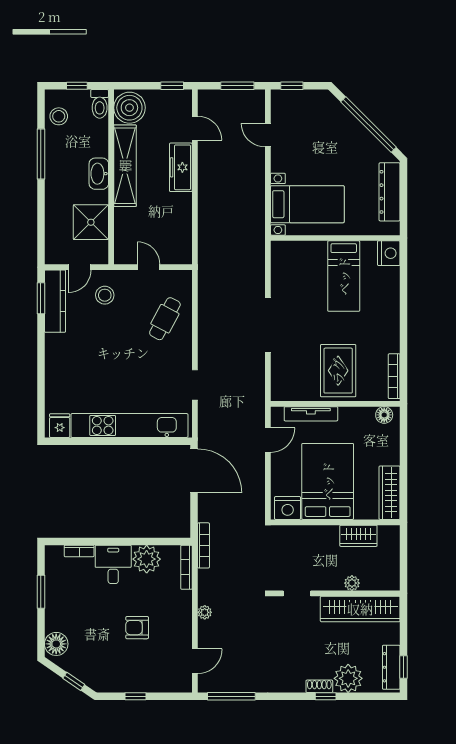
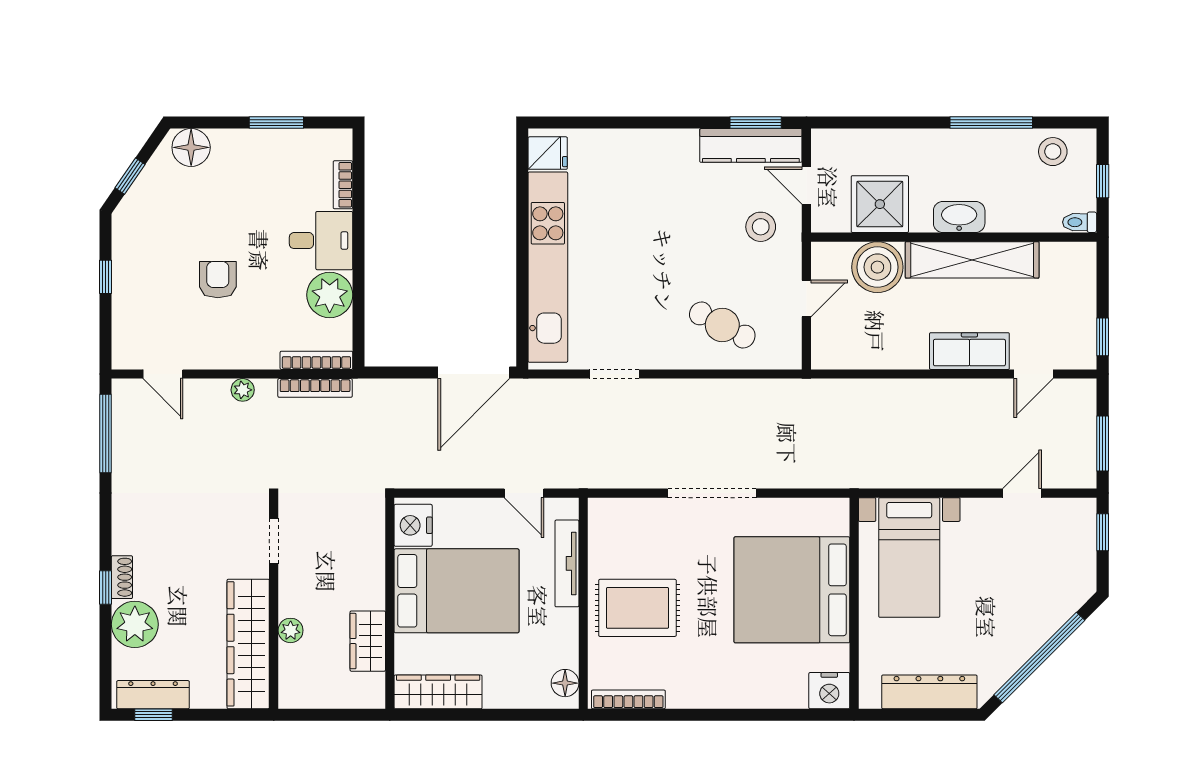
toilet: (100, 104) -> (1080, 222), width x0.73, depth x0.72
boiler: (129, 108) -> (877, 267), moved
bed: (344, 276) -> (792, 590), width x2.04
bookcase: (203, 545) -> (315, 388), moved

